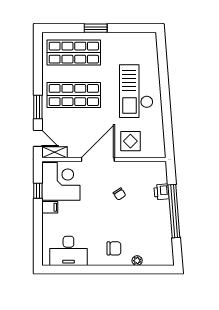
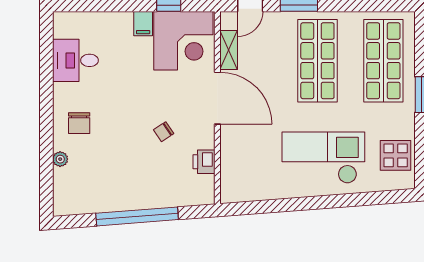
display table: (130, 141) -> (396, 155), moved
shelving: (55, 152) -> (229, 50), moved
printer: (162, 192) -> (204, 162), moved, turned -86
desk: (68, 251) -> (75, 60), width x0.73

